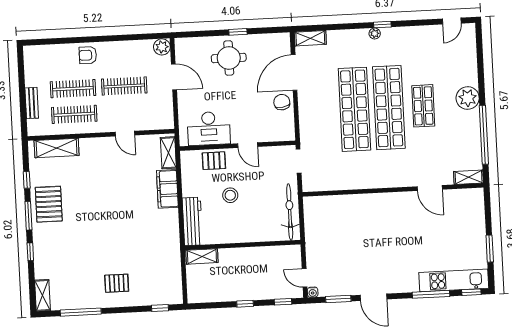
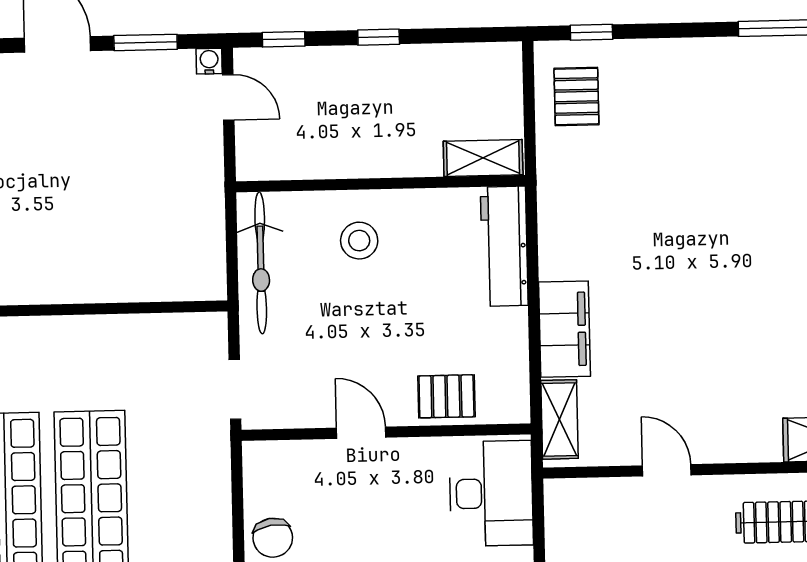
desk: (209, 128) -> (491, 493), moved, turned 90
stool: (230, 195) -> (359, 241), moved
pallet: (117, 283) -> (576, 96), moved, turned 90

